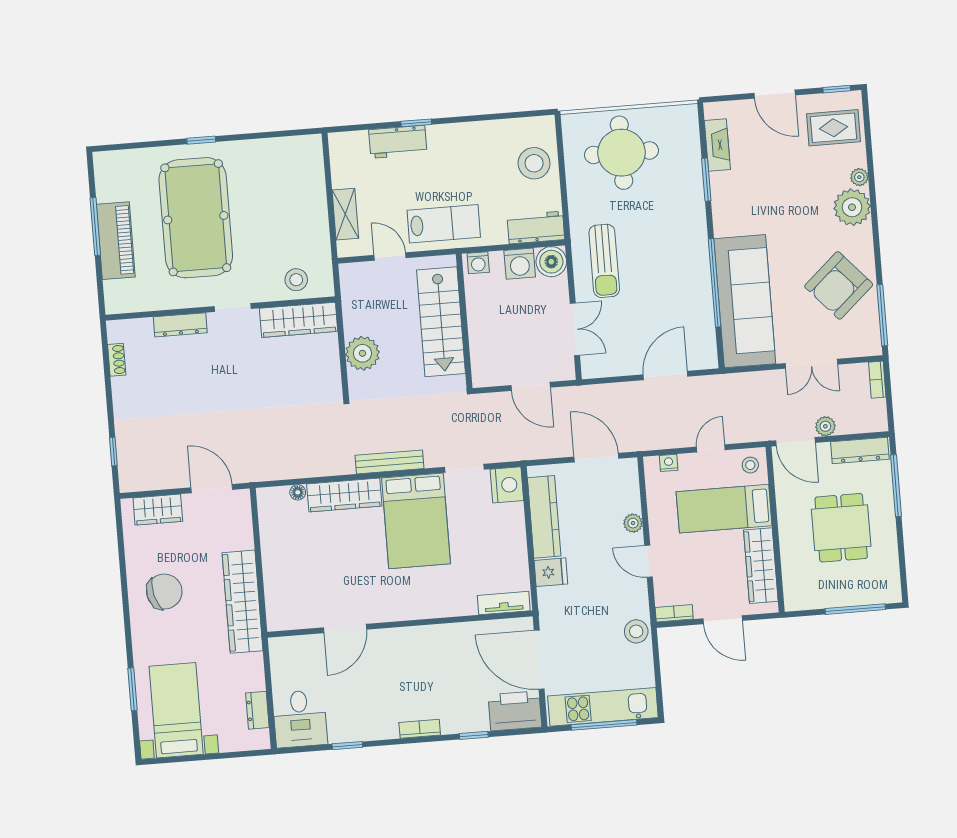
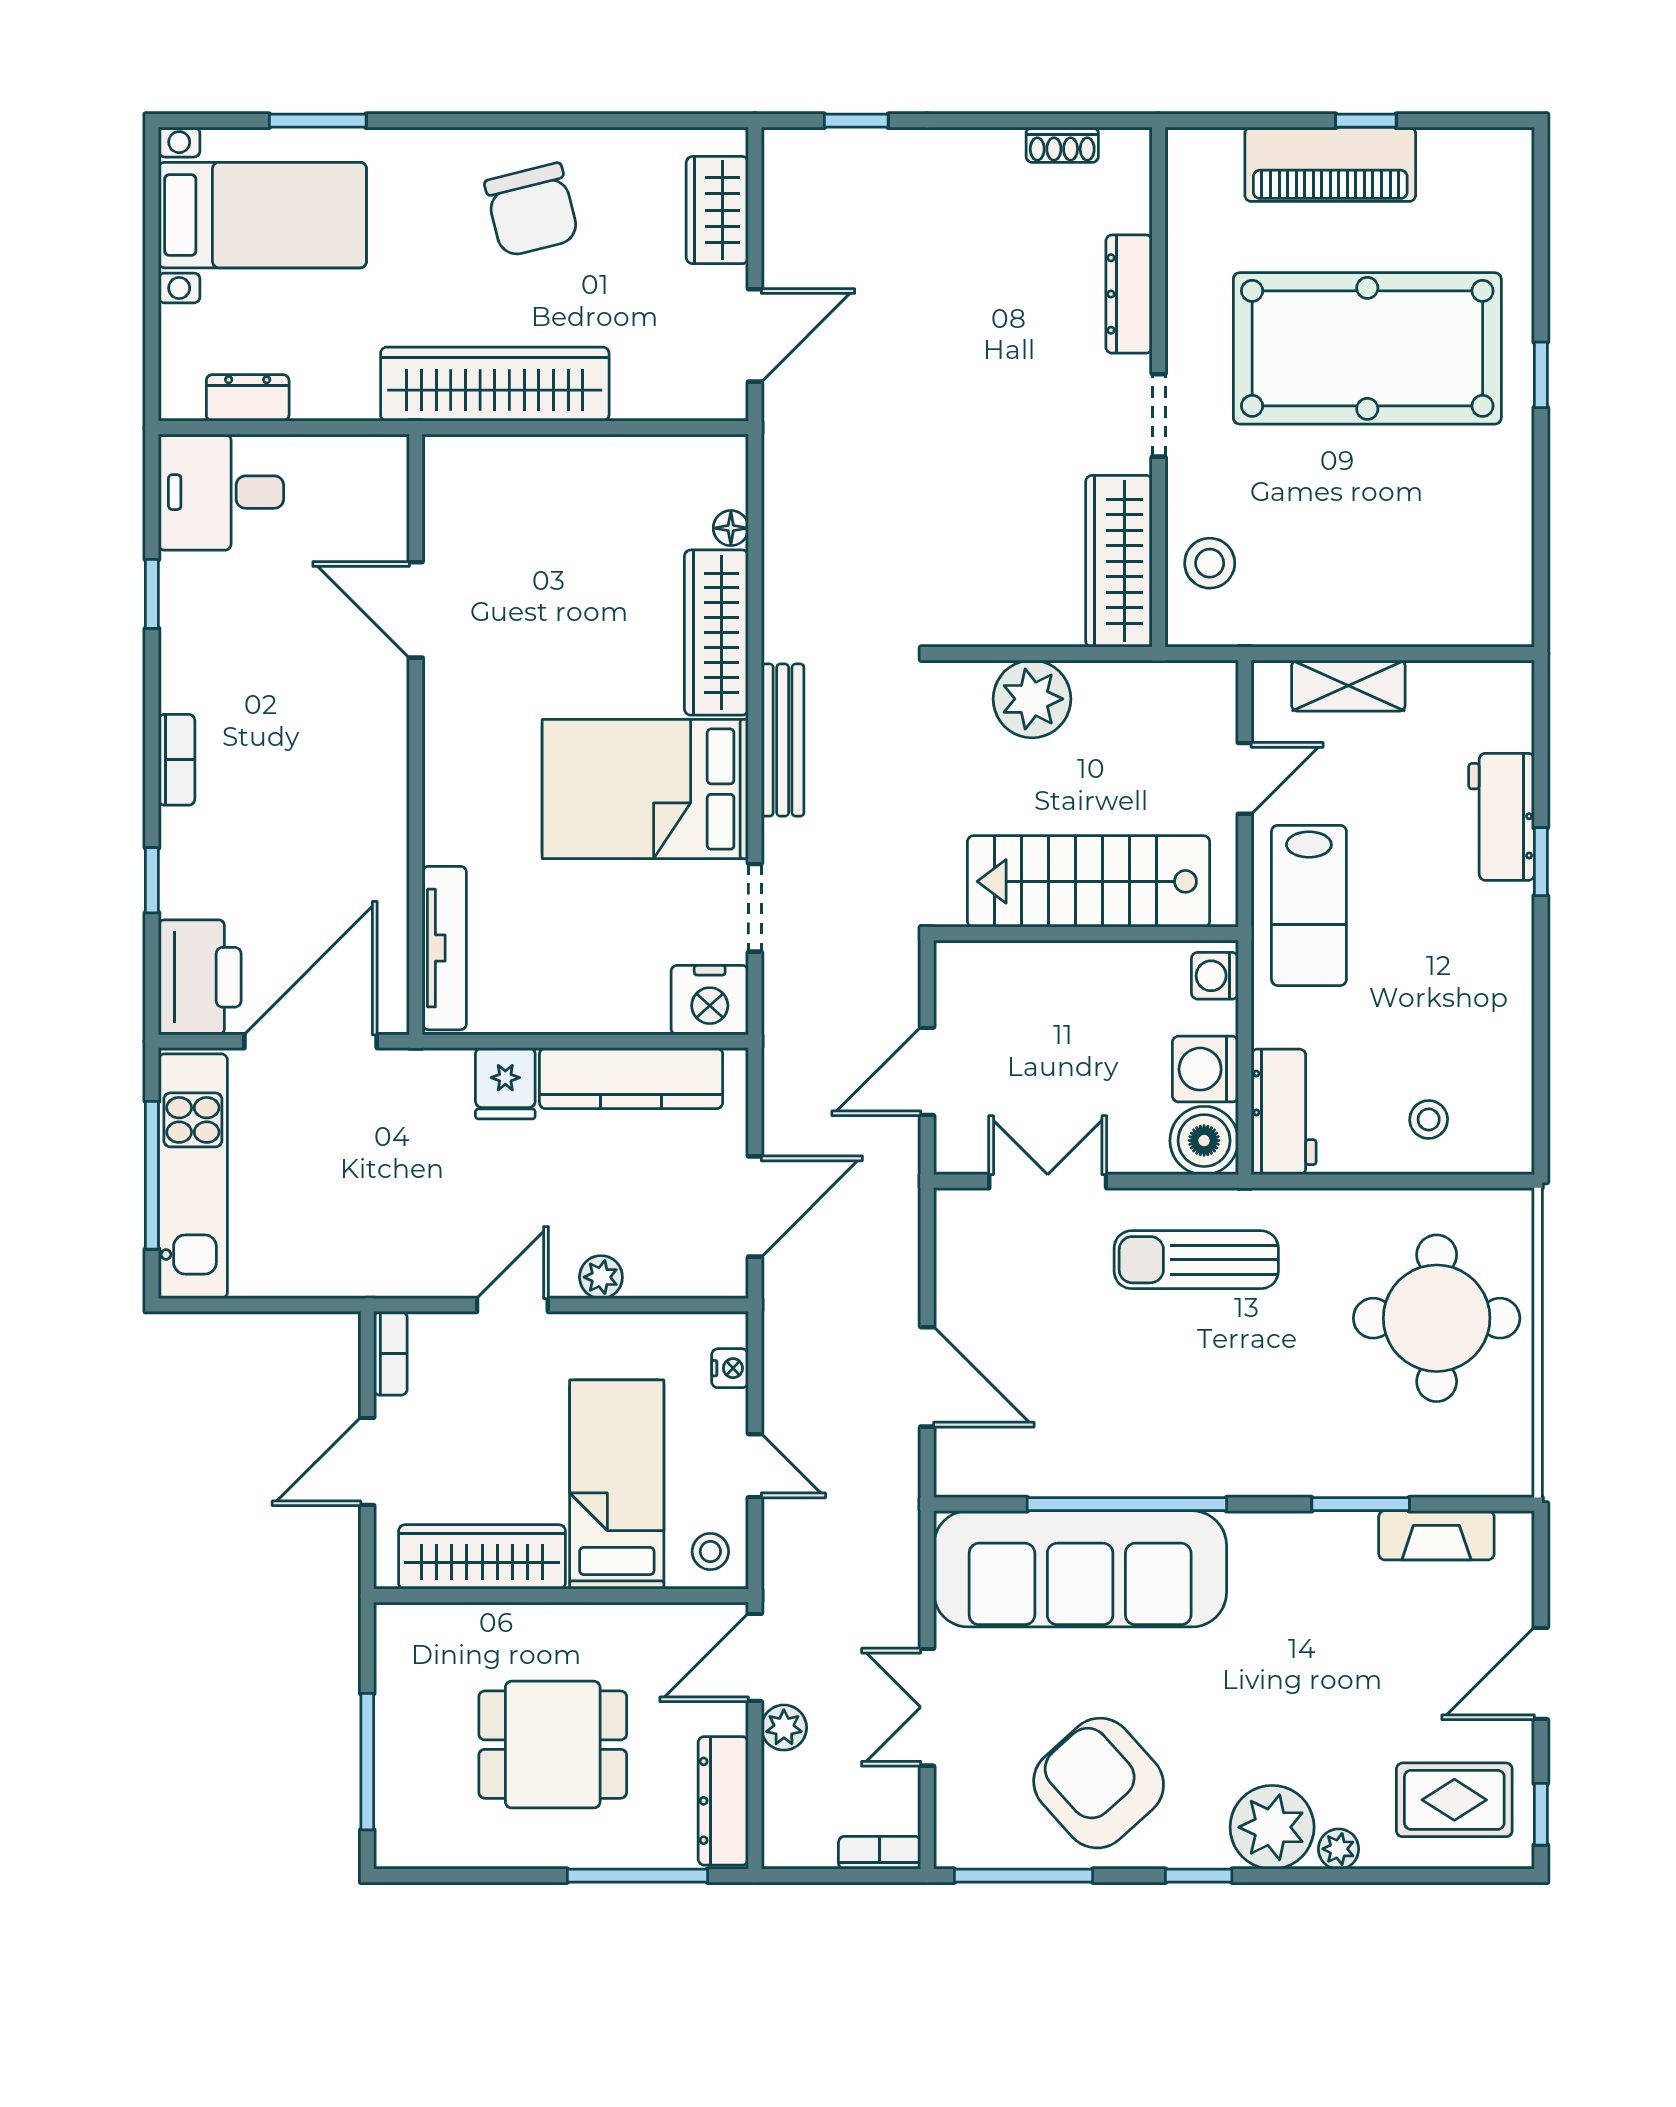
rug: (834, 128) -> (1454, 1800), turned 90
stool: (534, 163) -> (1429, 1119), width x0.53, depth x0.53
window: (95, 226) -> (1366, 121), width x0.46
window: (876, 238) -> (1199, 1876), added
double door: (575, 329) -> (1048, 1181), swing flipped
tv unit: (504, 603) -> (444, 948), width x1.41
stool: (636, 631) -> (357, 1265), removed

